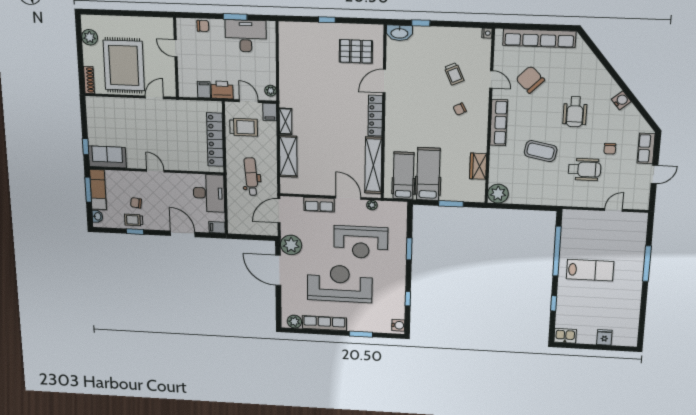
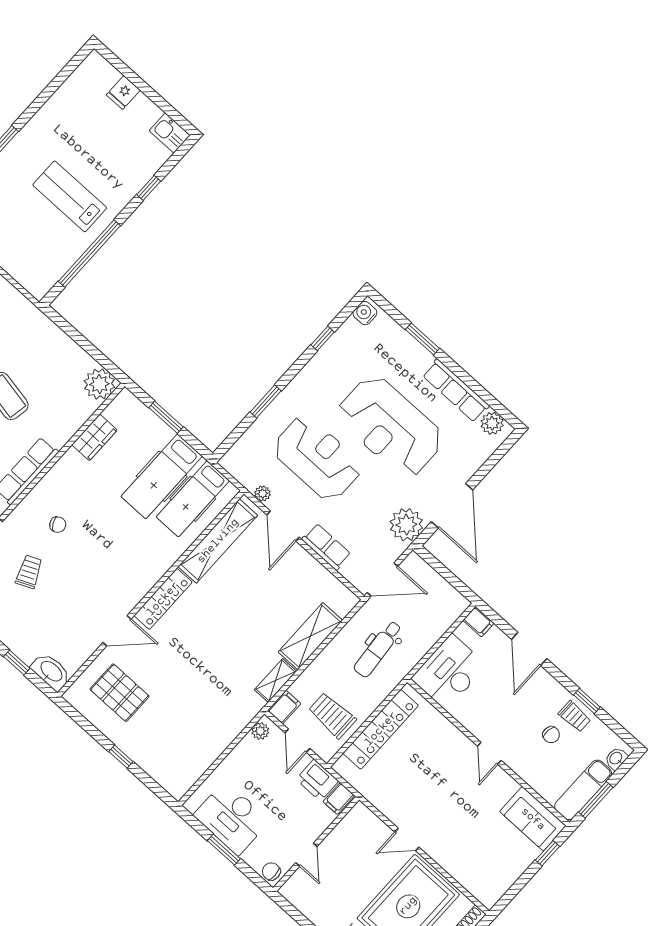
door: (176, 48) -> (306, 855), moved
wall: (176, 58) -> (316, 844), moved

